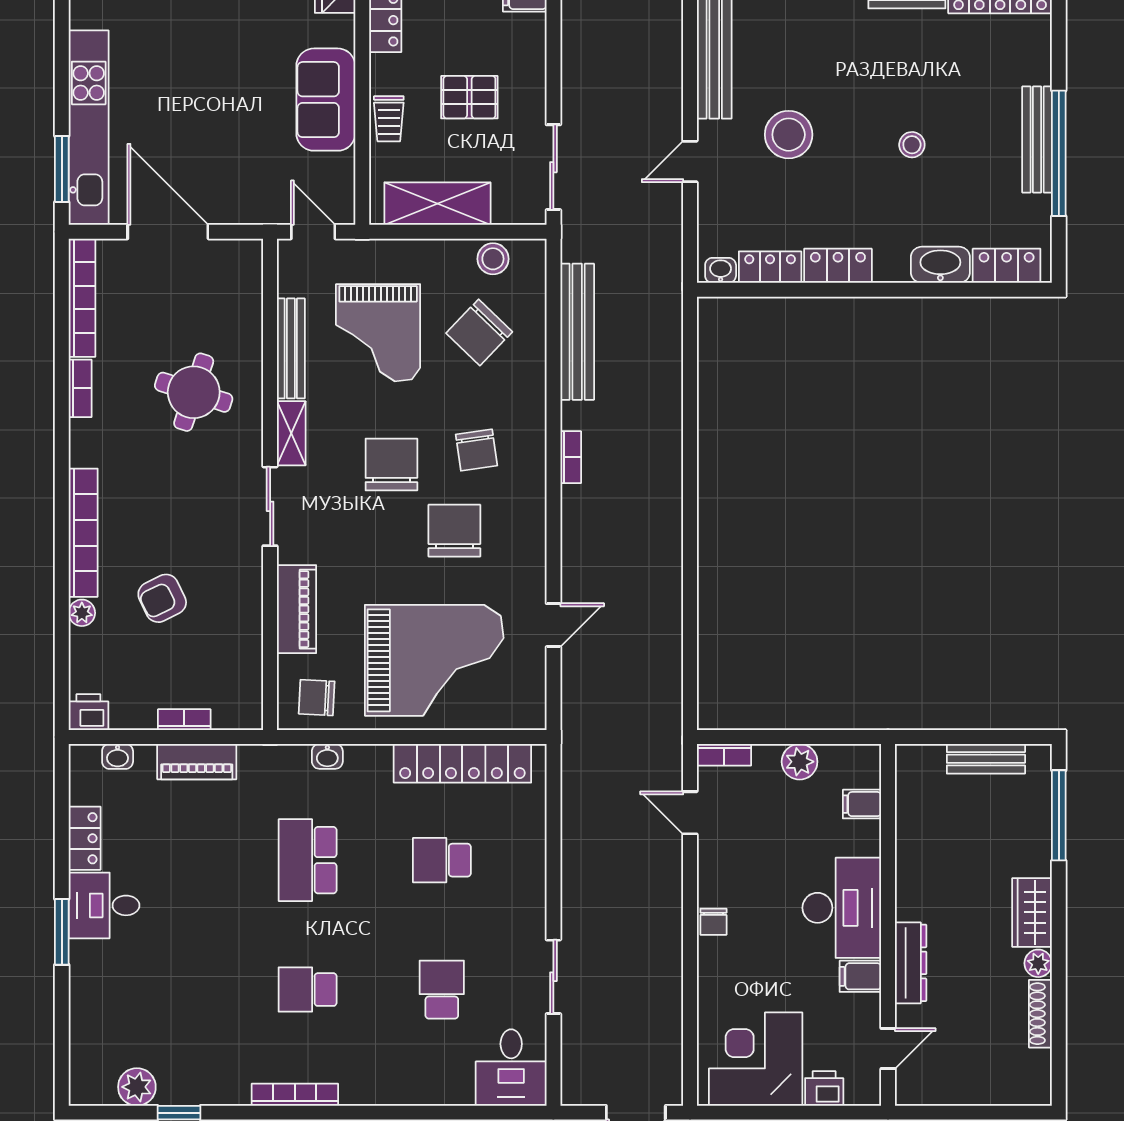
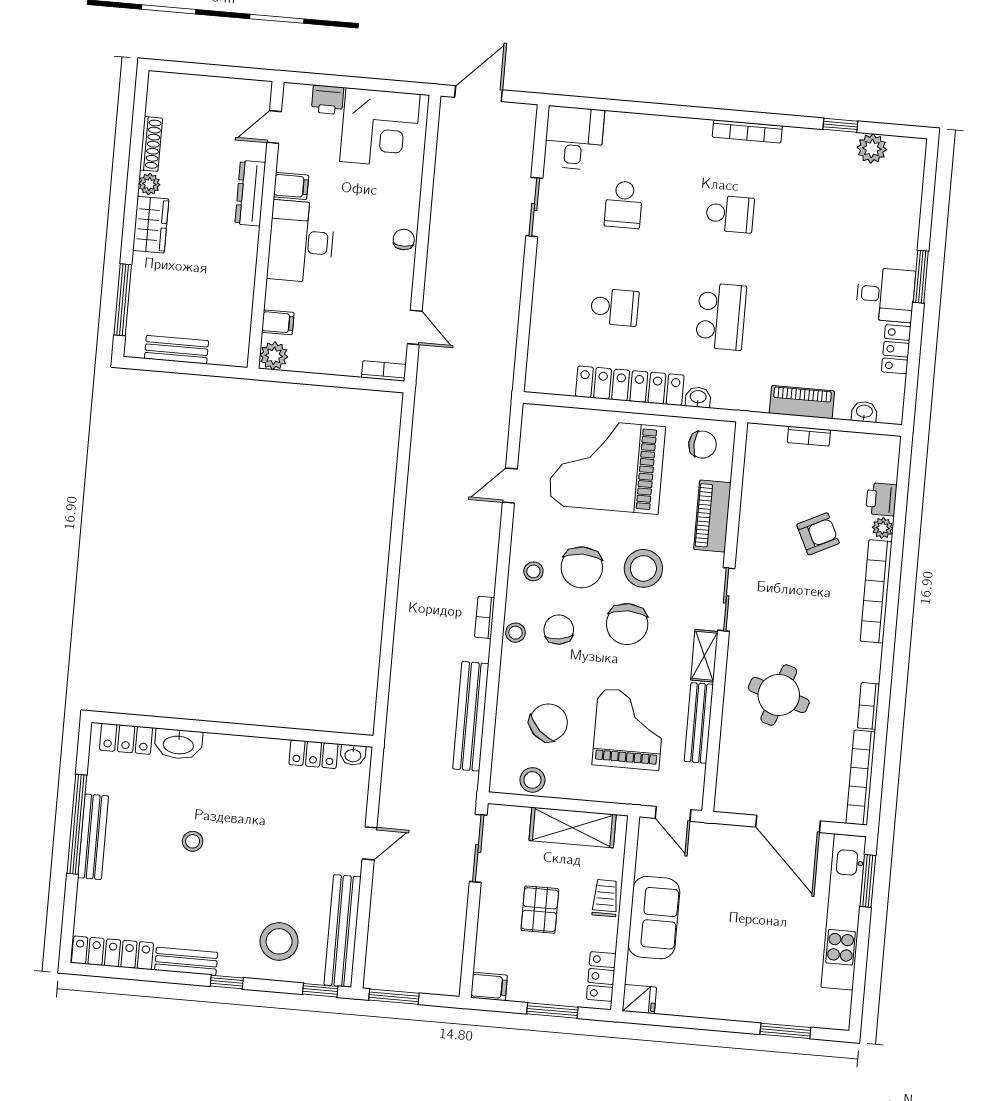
pallet: (469, 97) -> (540, 910), turned 90
stool: (789, 135) -> (279, 941), moved
locker: (838, 266) -> (260, 751), removed
stool: (530, 441) -> (515, 633), added
stool: (515, 520) -> (533, 571), added
stool: (377, 536) -> (643, 568), added
printer: (88, 712) -> (881, 499), moved, turned 90
plant: (800, 762) -> (274, 356), moved
locker: (462, 763) -> (630, 386), moved

